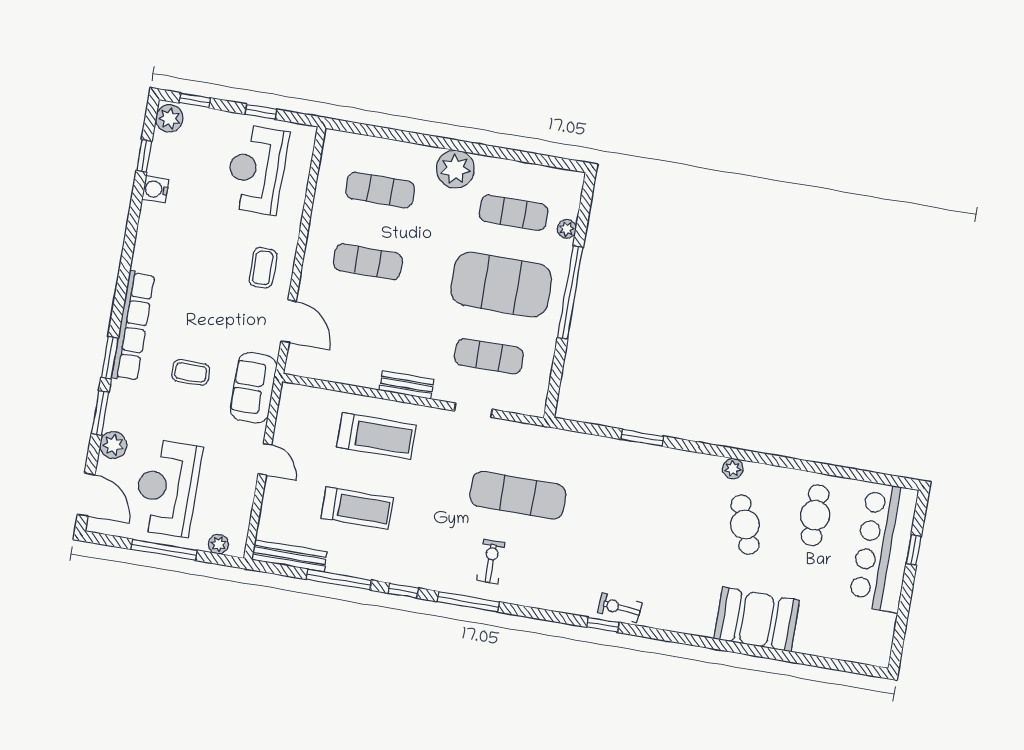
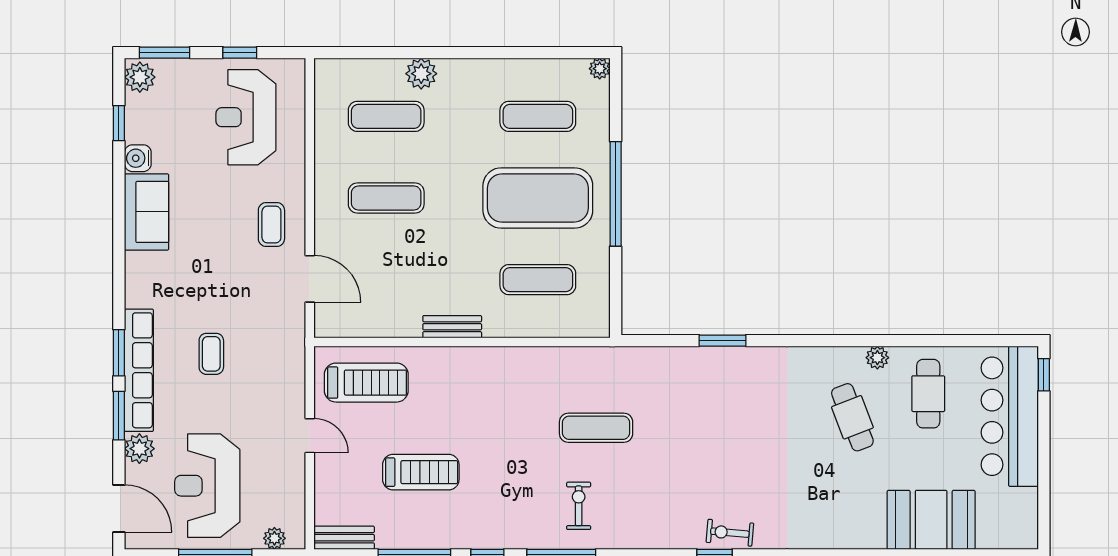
window: (195, 100) -> (164, 53), width x1.50
plant: (455, 169) -> (421, 74), moved, width x0.73, depth x0.73
plant: (567, 229) -> (600, 69), moved
row of seats: (133, 326) -> (139, 370), moved
coffee table: (191, 372) -> (211, 354), turned 90
sofa: (253, 388) -> (147, 212), moved, turned 180
doorway: (473, 410) -> (531, 342), removed
treadmill: (376, 436) -> (366, 383), moved
plant: (733, 469) -> (877, 358), moved
exercise mat: (518, 495) -> (596, 428), width x0.73, depth x0.69
window: (914, 550) -> (1044, 375), moved
bench: (289, 556) -> (344, 538), width x0.73
booth: (757, 619) -> (931, 520), moved

